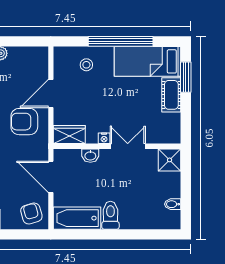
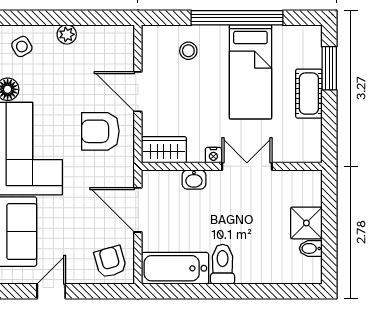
bed: (148, 61) -> (250, 72), moved, turned -90
door: (51, 94) -> (138, 92), hinge flipped
shower: (170, 160) -> (306, 223), moved

